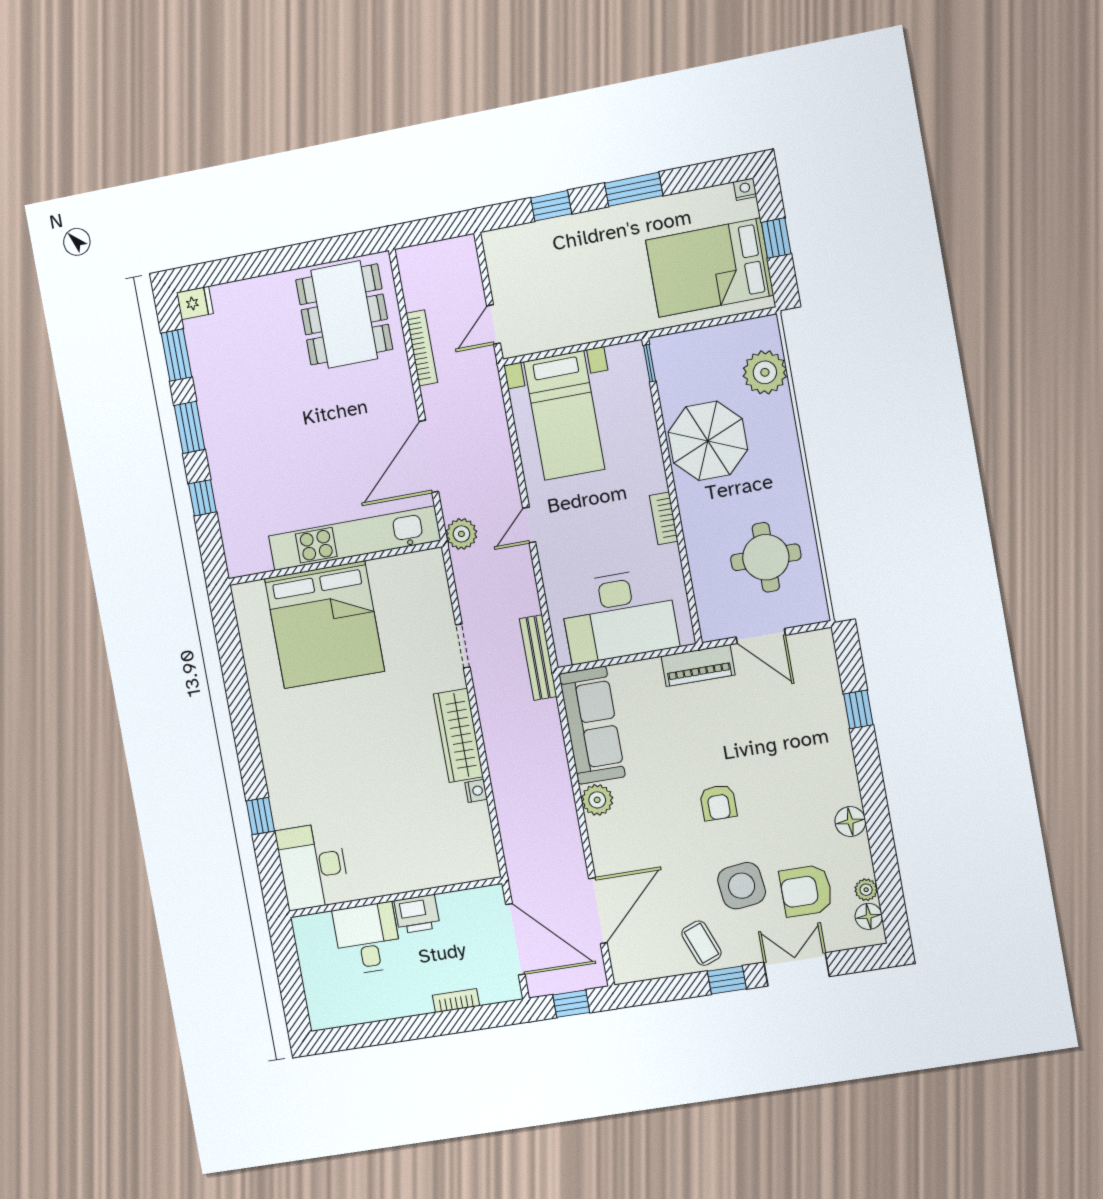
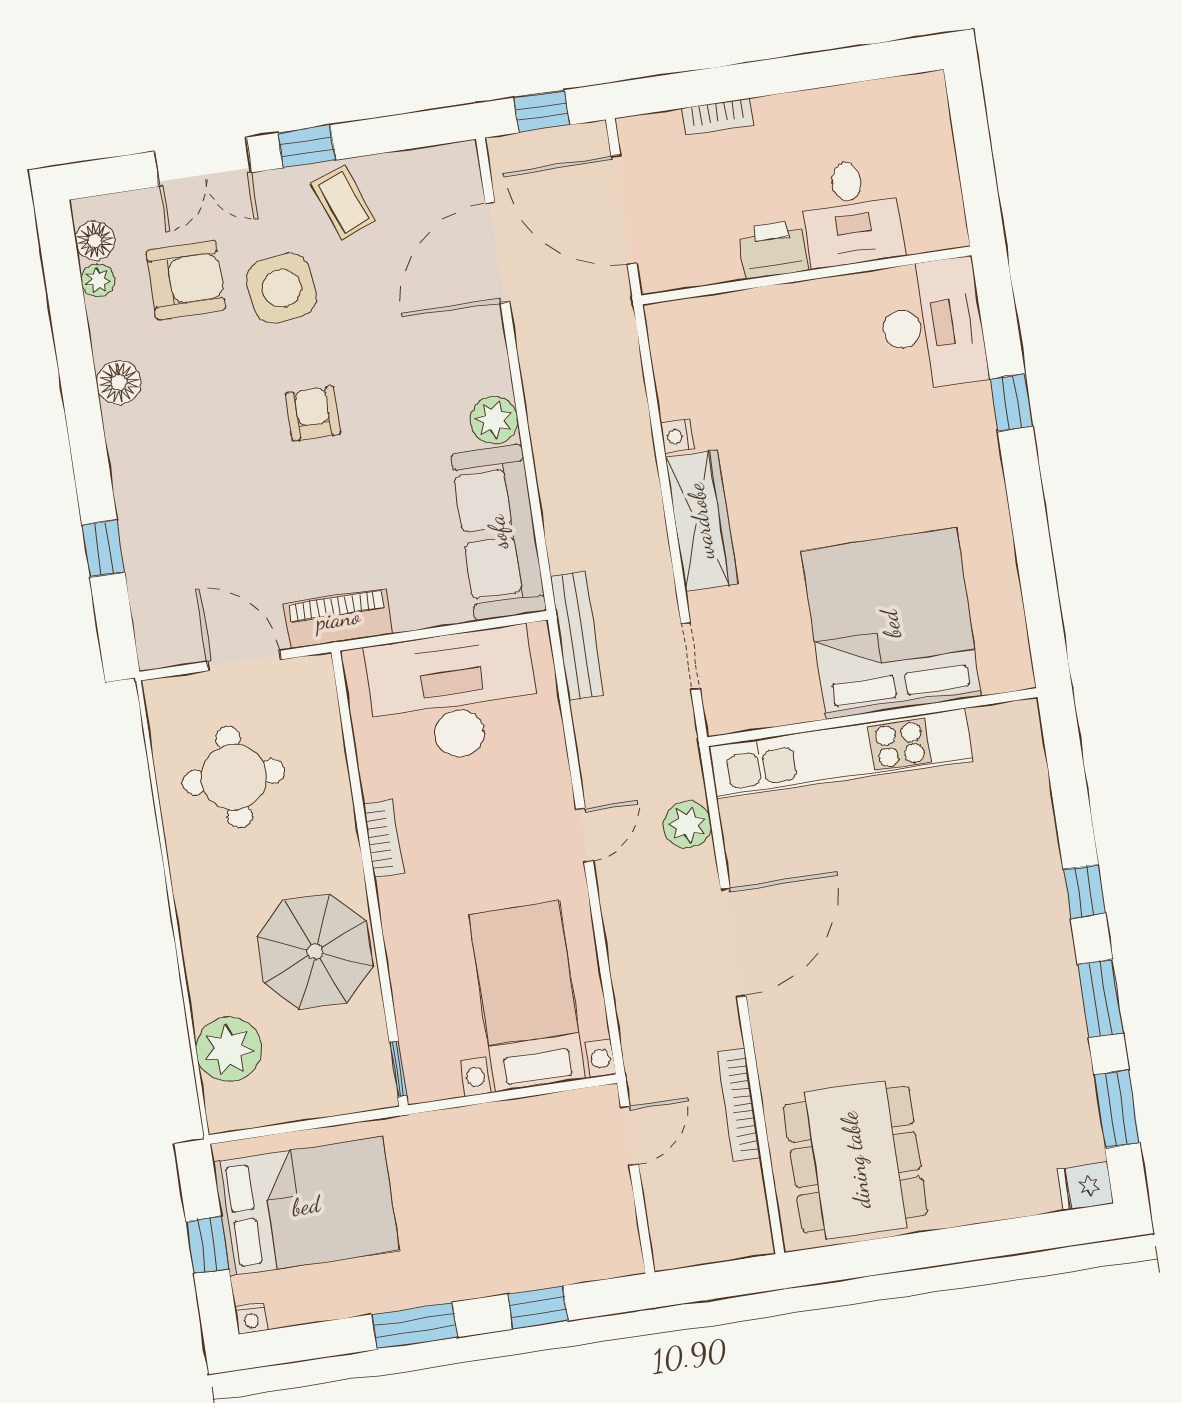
kitchen unit: (354, 538) -> (841, 753), moved
wall: (335, 563) -> (872, 717), moved
bed: (324, 625) -> (891, 624), moved

